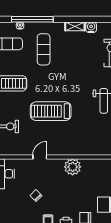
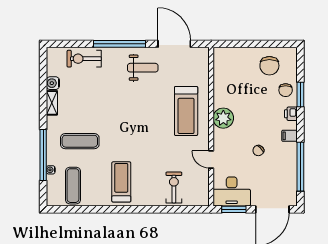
treadmill: (51, 111) -> (186, 111), moved
door: (40, 157) -> (211, 160), moved
plant: (73, 167) -> (223, 118), moved

